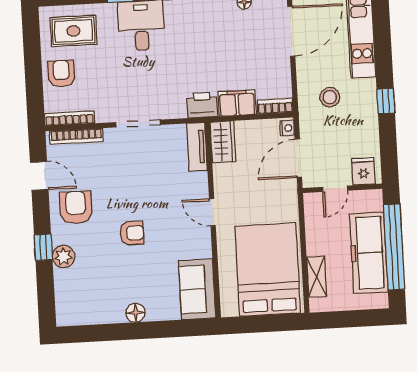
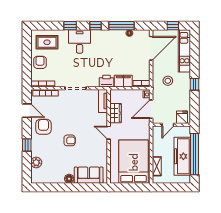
wardrobe: (223, 142) -> (115, 113), moved
plant: (63, 256) -> (36, 162), moved
sofa: (197, 289) -> (89, 175), moved, turned 90

